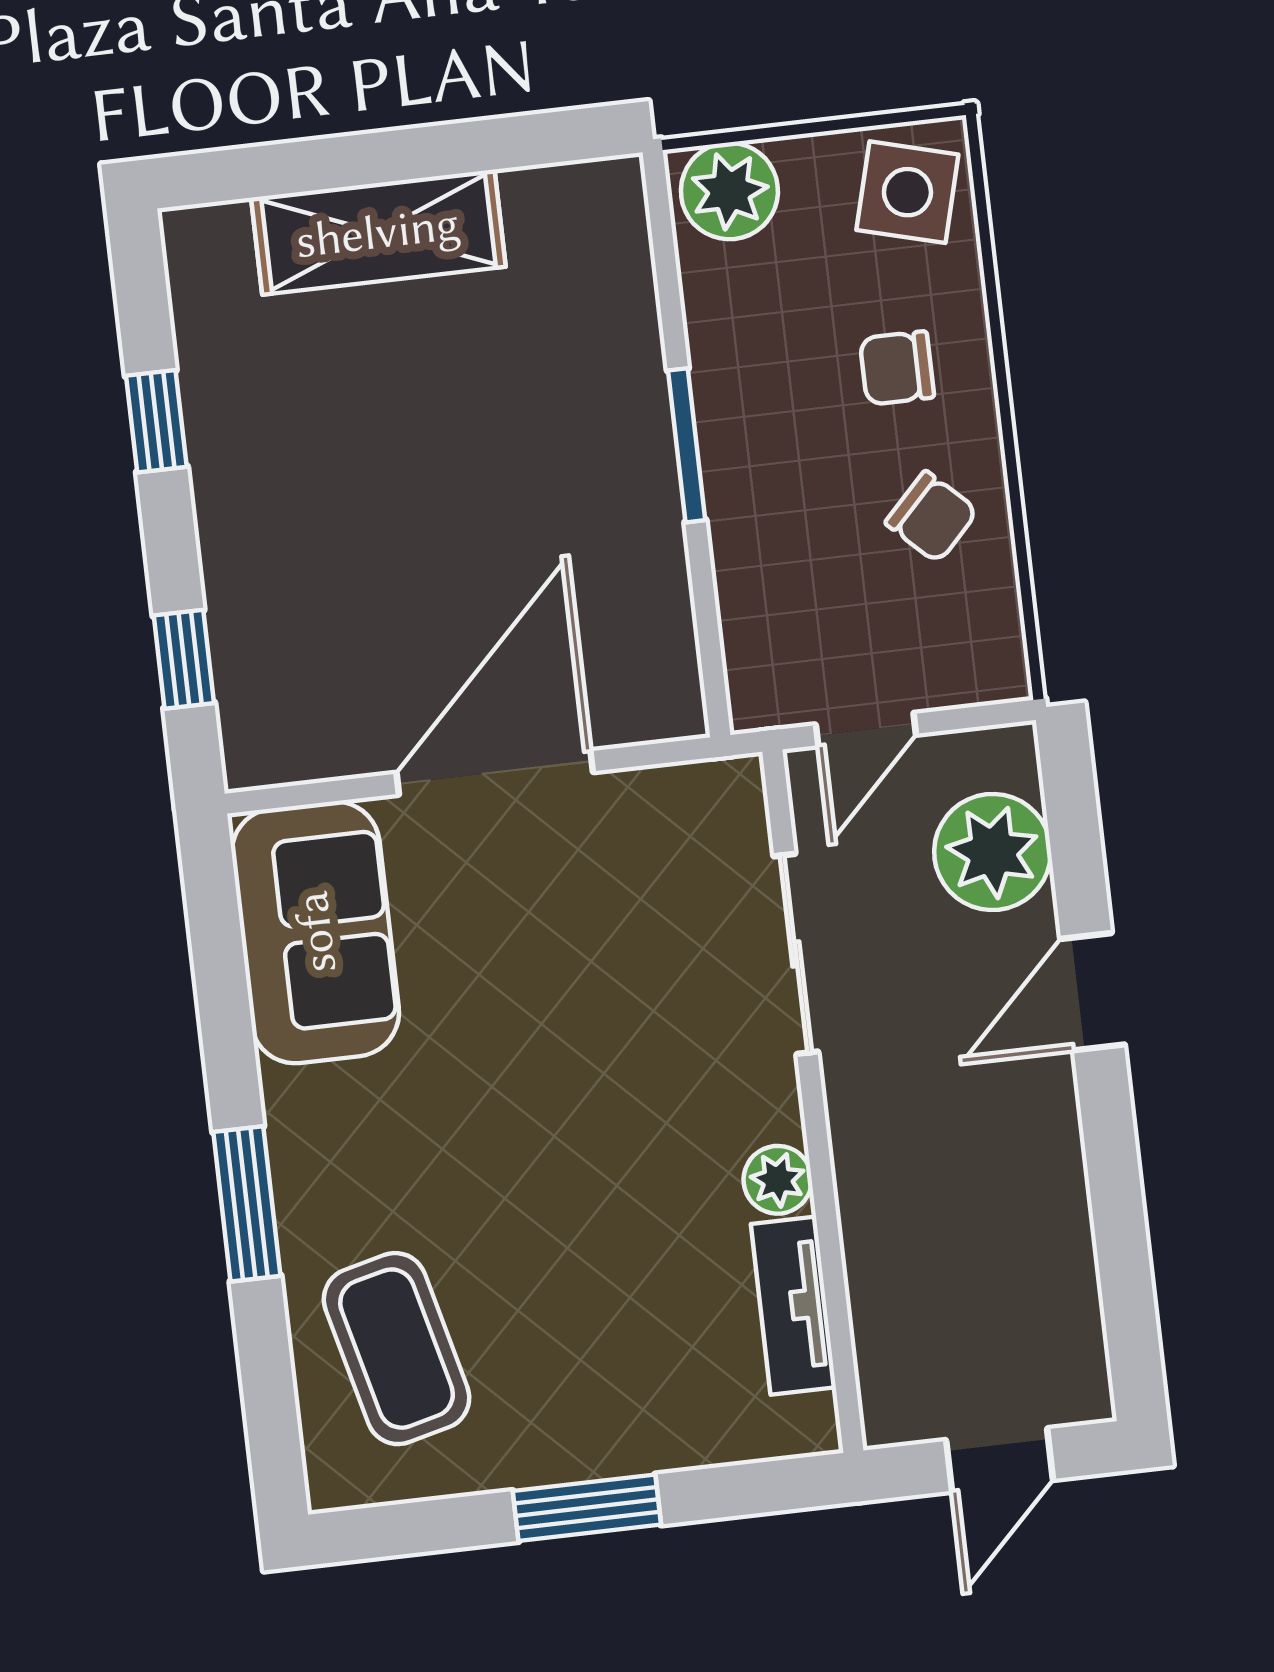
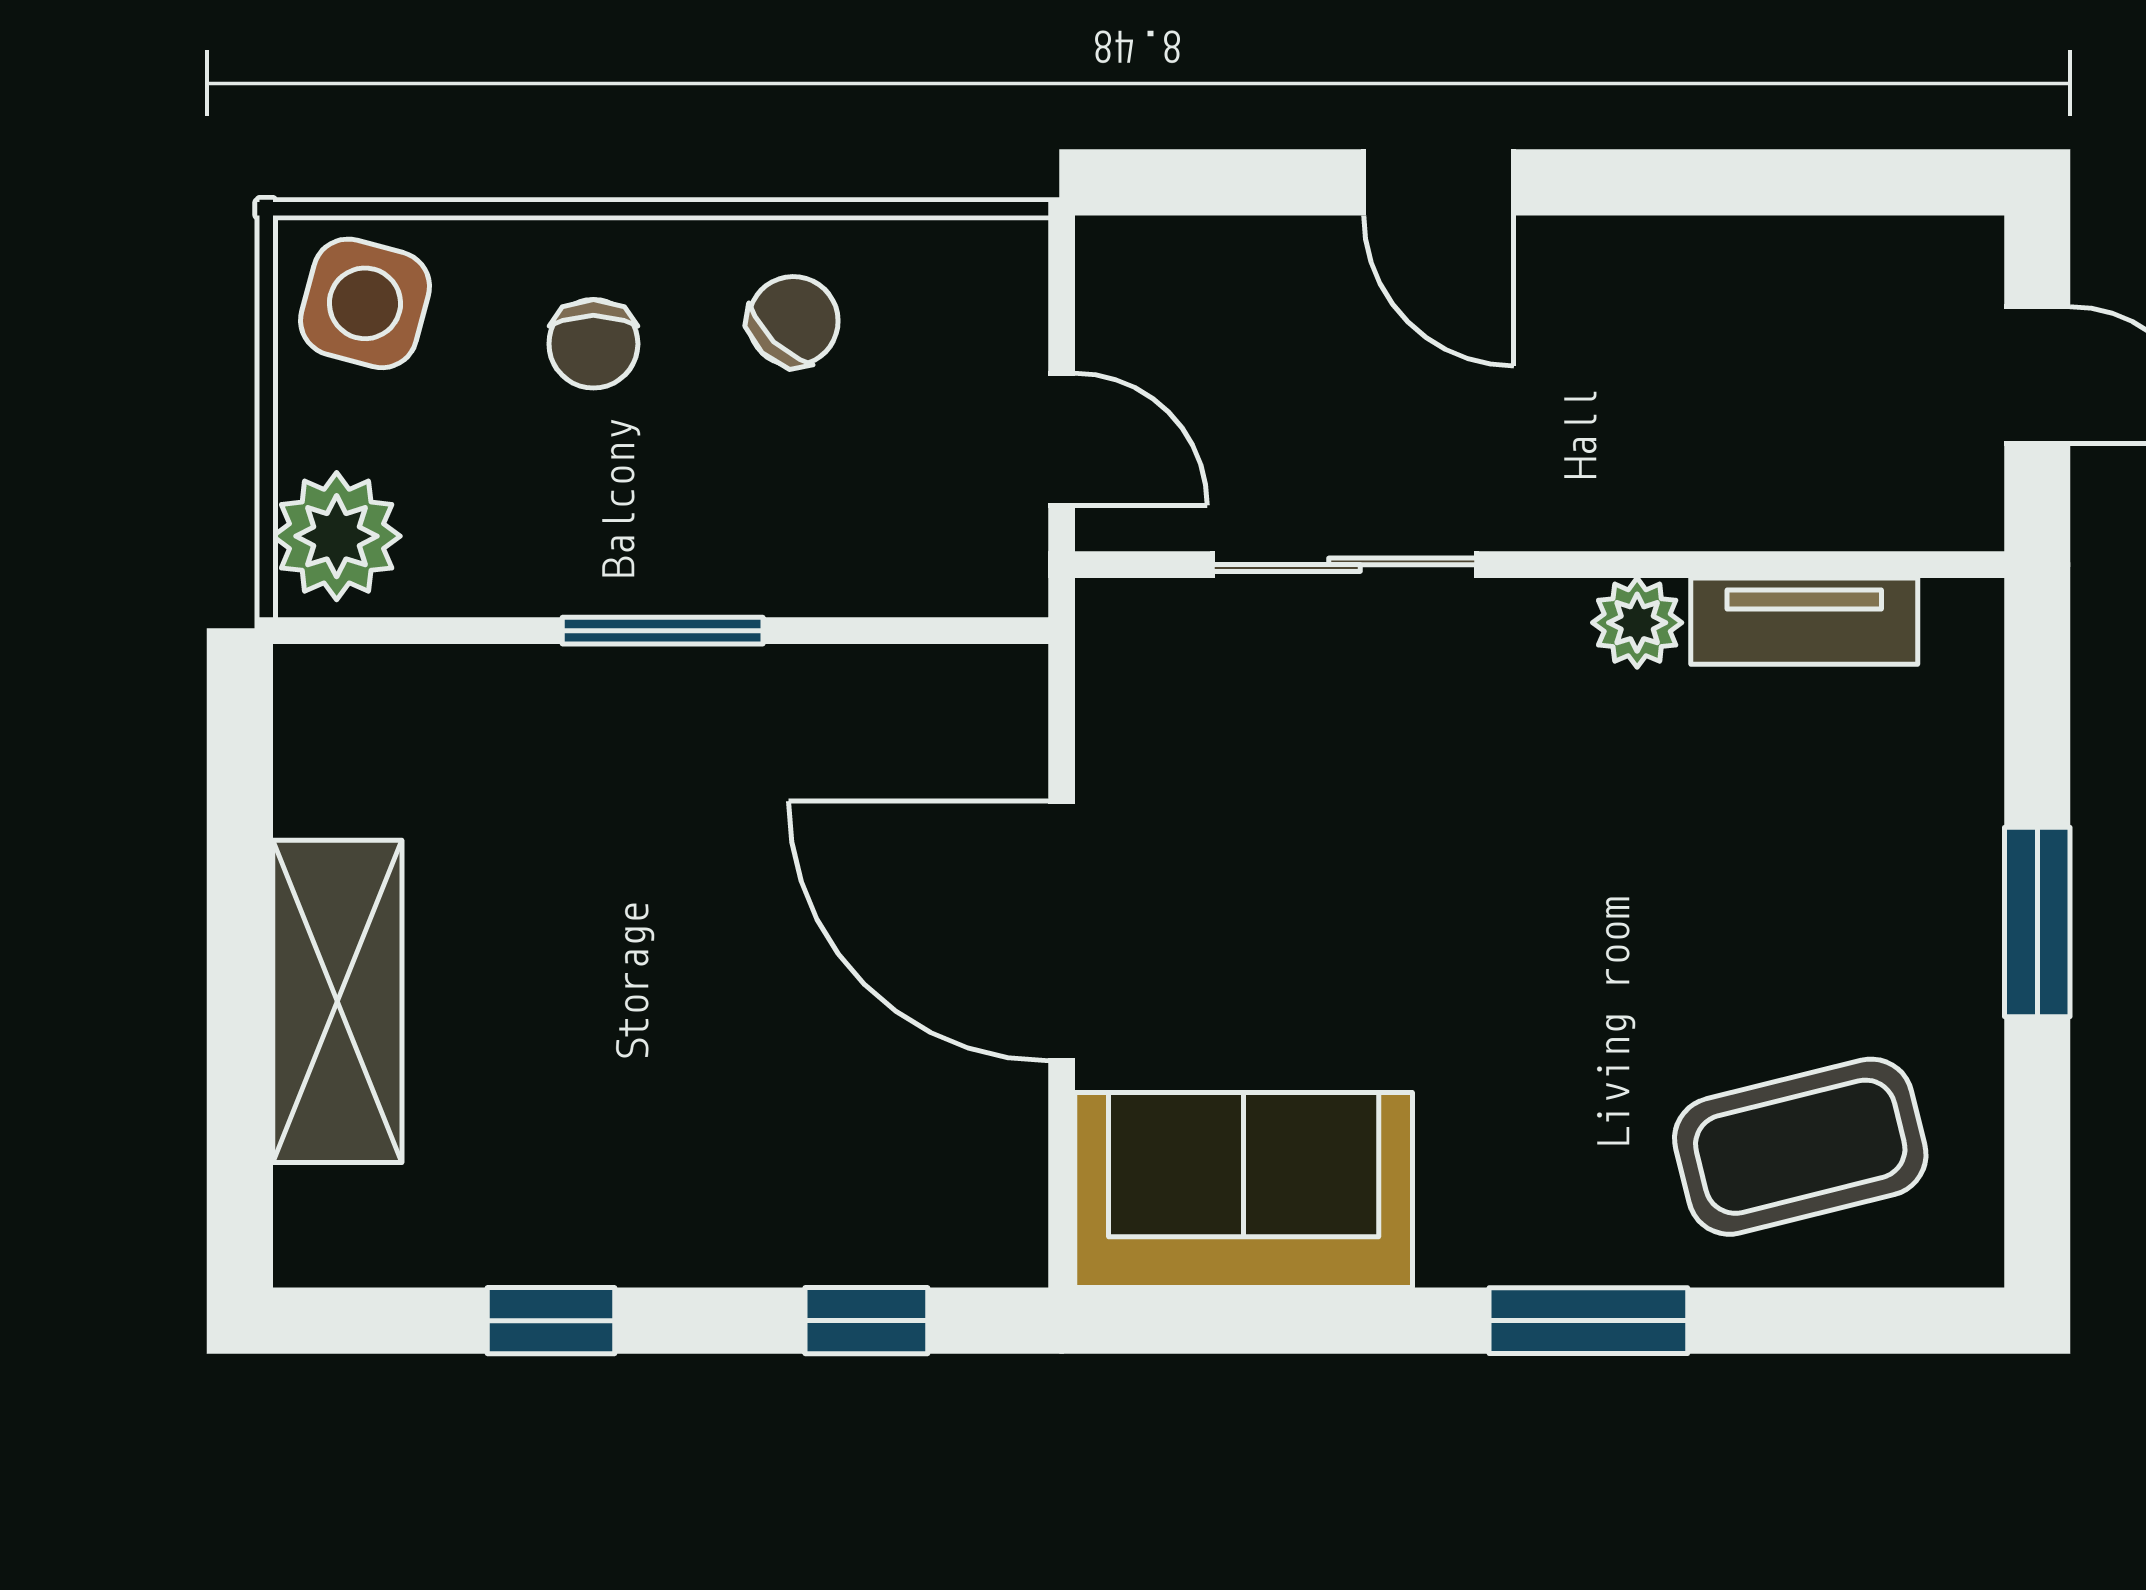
plant: (993, 852) -> (1241, 292), removed

